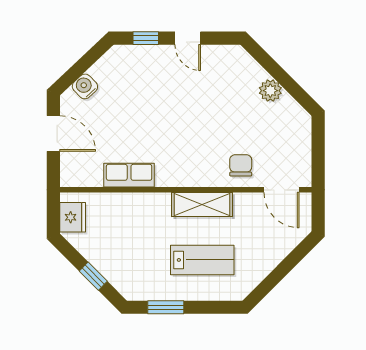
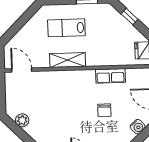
plant: (270, 91) -> (22, 120), moved
chair: (241, 165) -> (104, 110), moved

